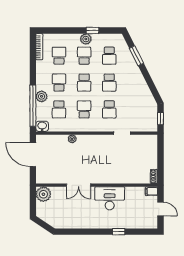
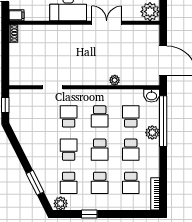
plant: (86, 39) -> (61, 203), moved
school desk: (109, 56) -> (69, 183), turned 180
school desk: (84, 83) -> (100, 150), turned 180

